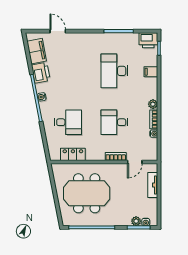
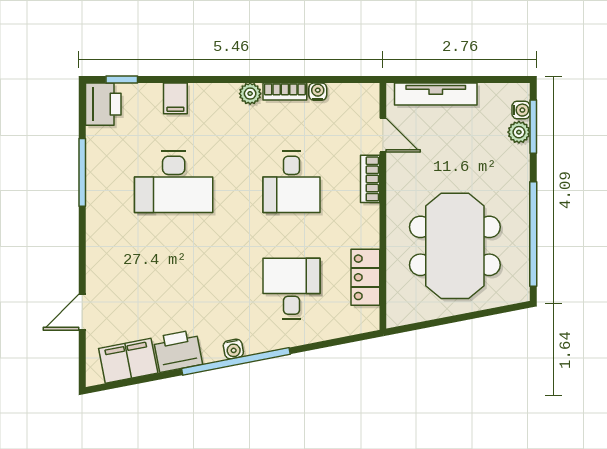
tv unit: (153, 185) -> (436, 94), width x1.41

